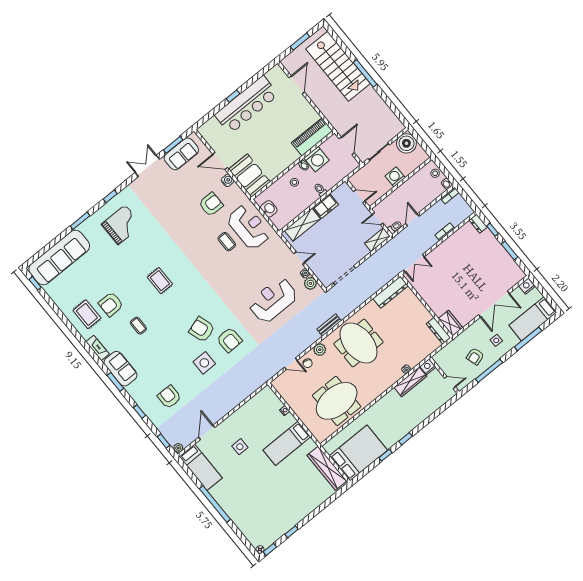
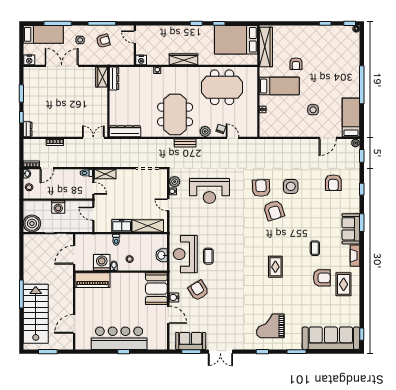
armchair: (211, 204) -> (198, 290), turned 58
door: (412, 220) -> (47, 168), moved
wardrobe: (410, 382) -> (184, 59), moved
armchair: (288, 475) -> (296, 64), added

